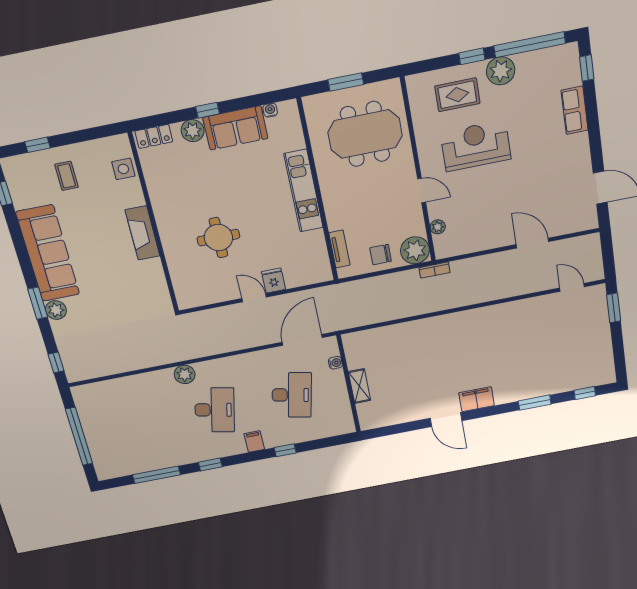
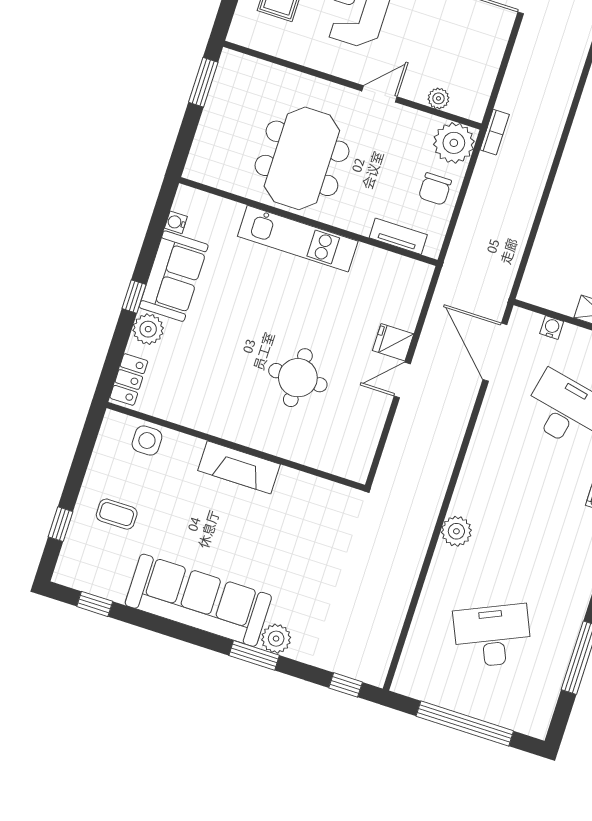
window: (346, 82) -> (203, 82), moved
meeting table: (365, 134) -> (302, 158), moved
desk: (215, 410) -> (493, 636), moved, turned -36

